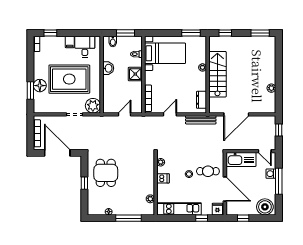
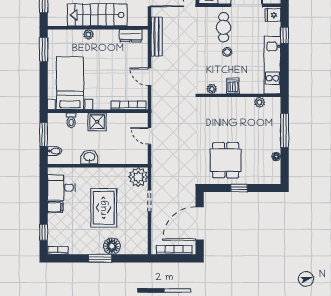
rug: (69, 79) -> (104, 208), width x0.73, depth x0.69
window: (30, 90) -> (100, 258), moved
dining table: (106, 173) -> (226, 160), turned 90

